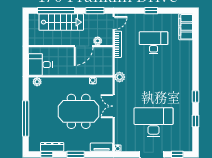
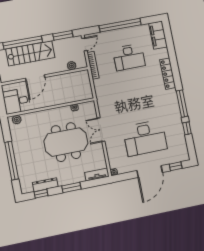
window: (151, 11) -> (120, 25), width x3.17
desk: (154, 43) -> (129, 57), turned 180
door: (84, 46) -> (35, 78), moved
locker: (188, 65) -> (168, 74), added
plant: (120, 77) -> (101, 98), removed
window: (195, 96) -> (182, 104), width x2.17
desk: (154, 122) -> (145, 138), turned 180

